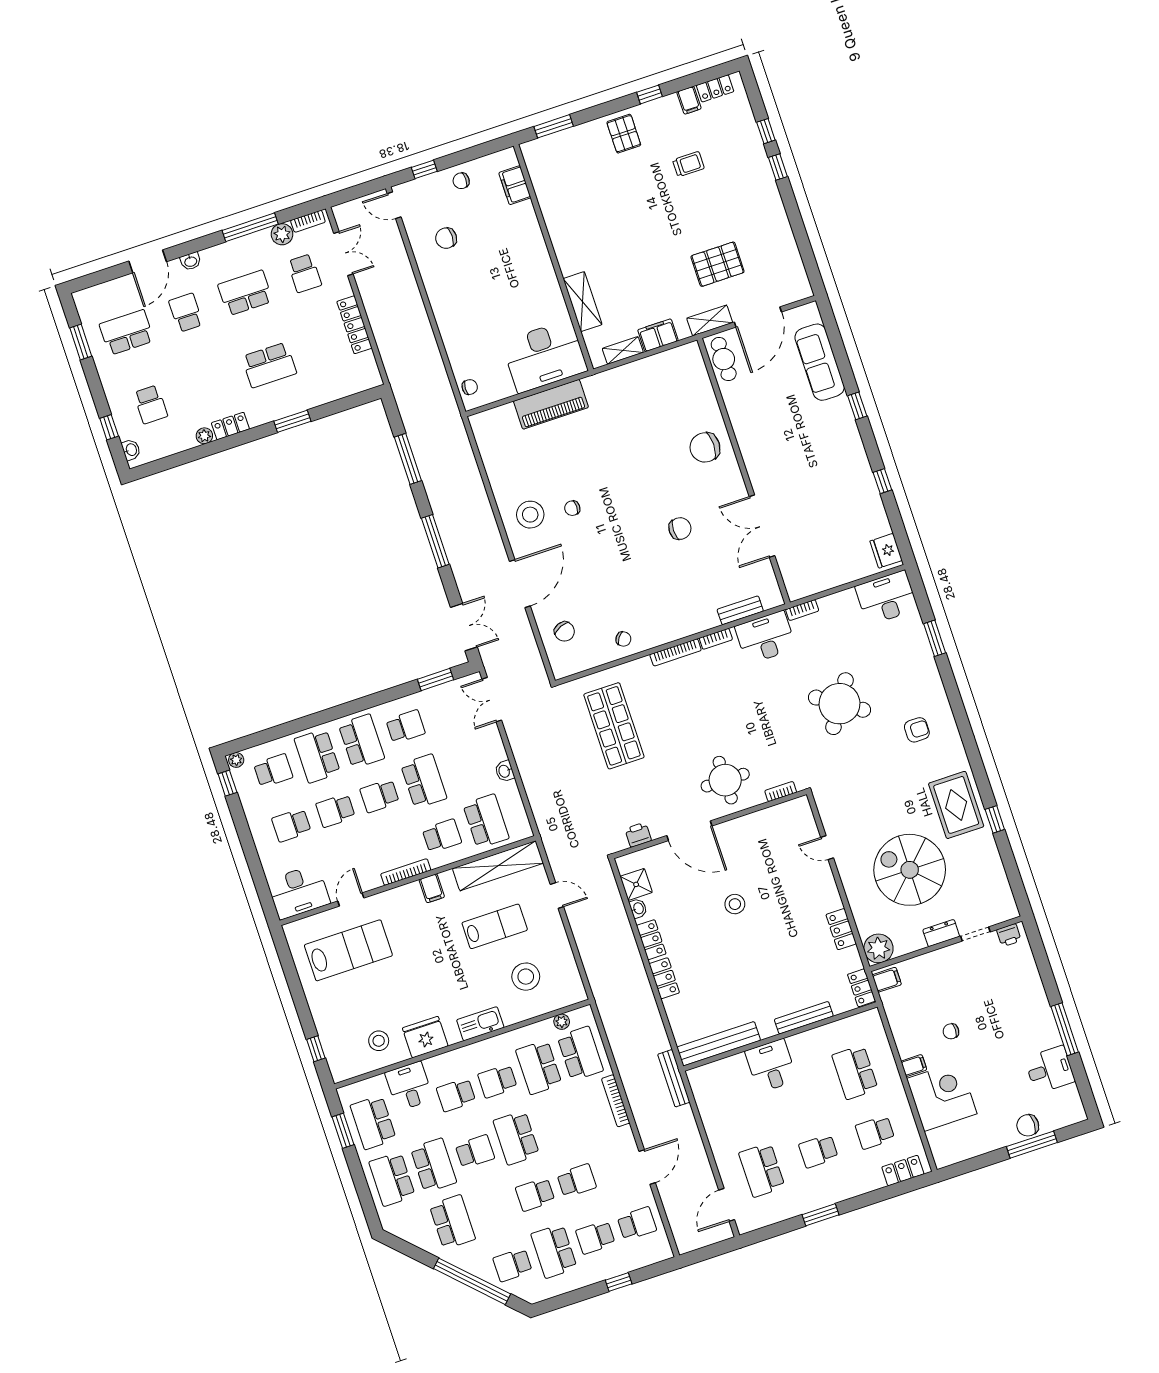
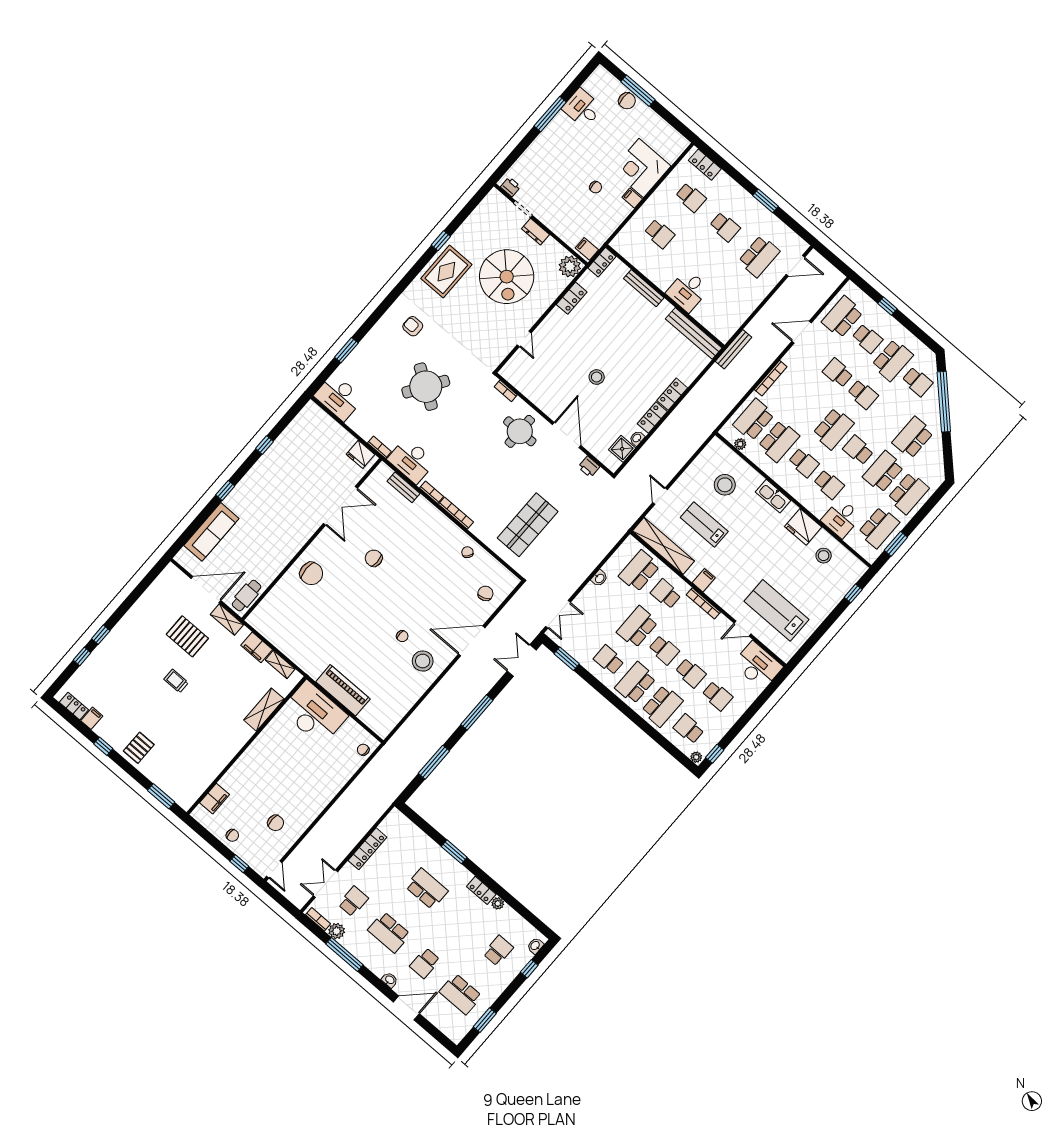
trolley: (688, 164) -> (176, 681), moved
fridge: (886, 551) -> (361, 454), moved, turned 90
school desk: (855, 1072) -> (659, 234), width x0.54
school desk: (637, 1224) -> (842, 317), width x1.85

